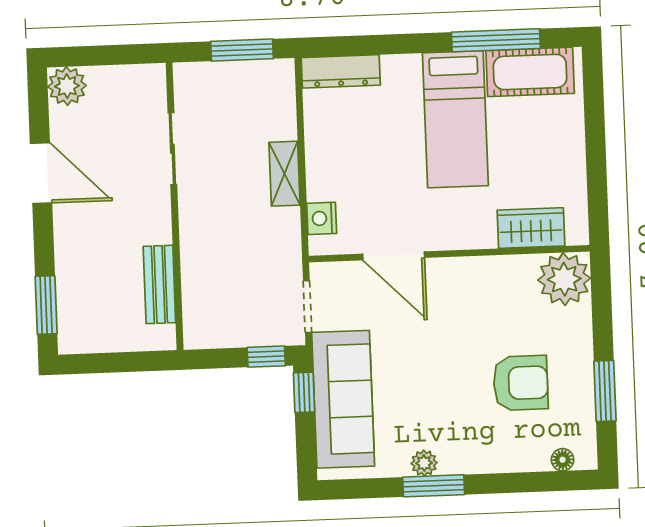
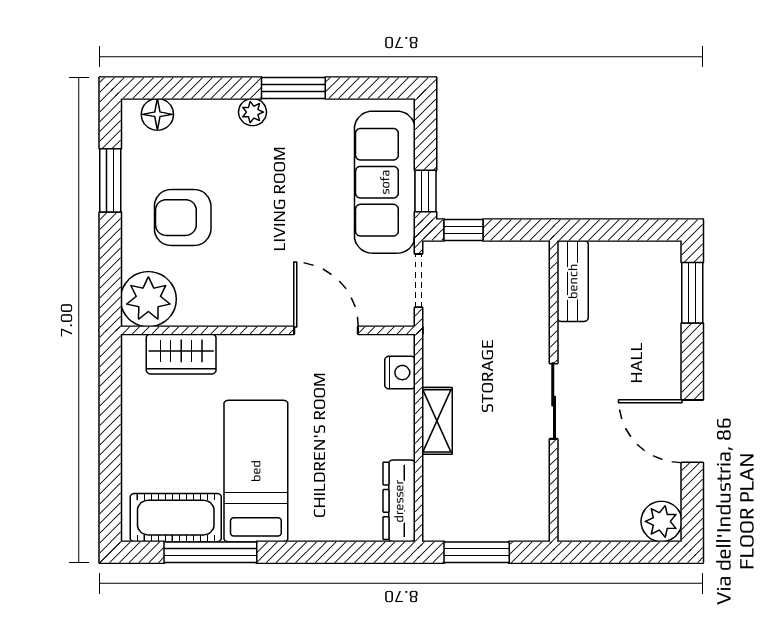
dresser: (341, 71) -> (399, 501), moved, turned -90
sliding door: (172, 149) -> (554, 401), moved
bench: (159, 284) -> (573, 281), moved
armchair: (521, 383) -> (183, 218), moved
floor lamp: (563, 460) -> (157, 114), width x1.37, depth x1.37
plant: (424, 463) -> (253, 112), moved

